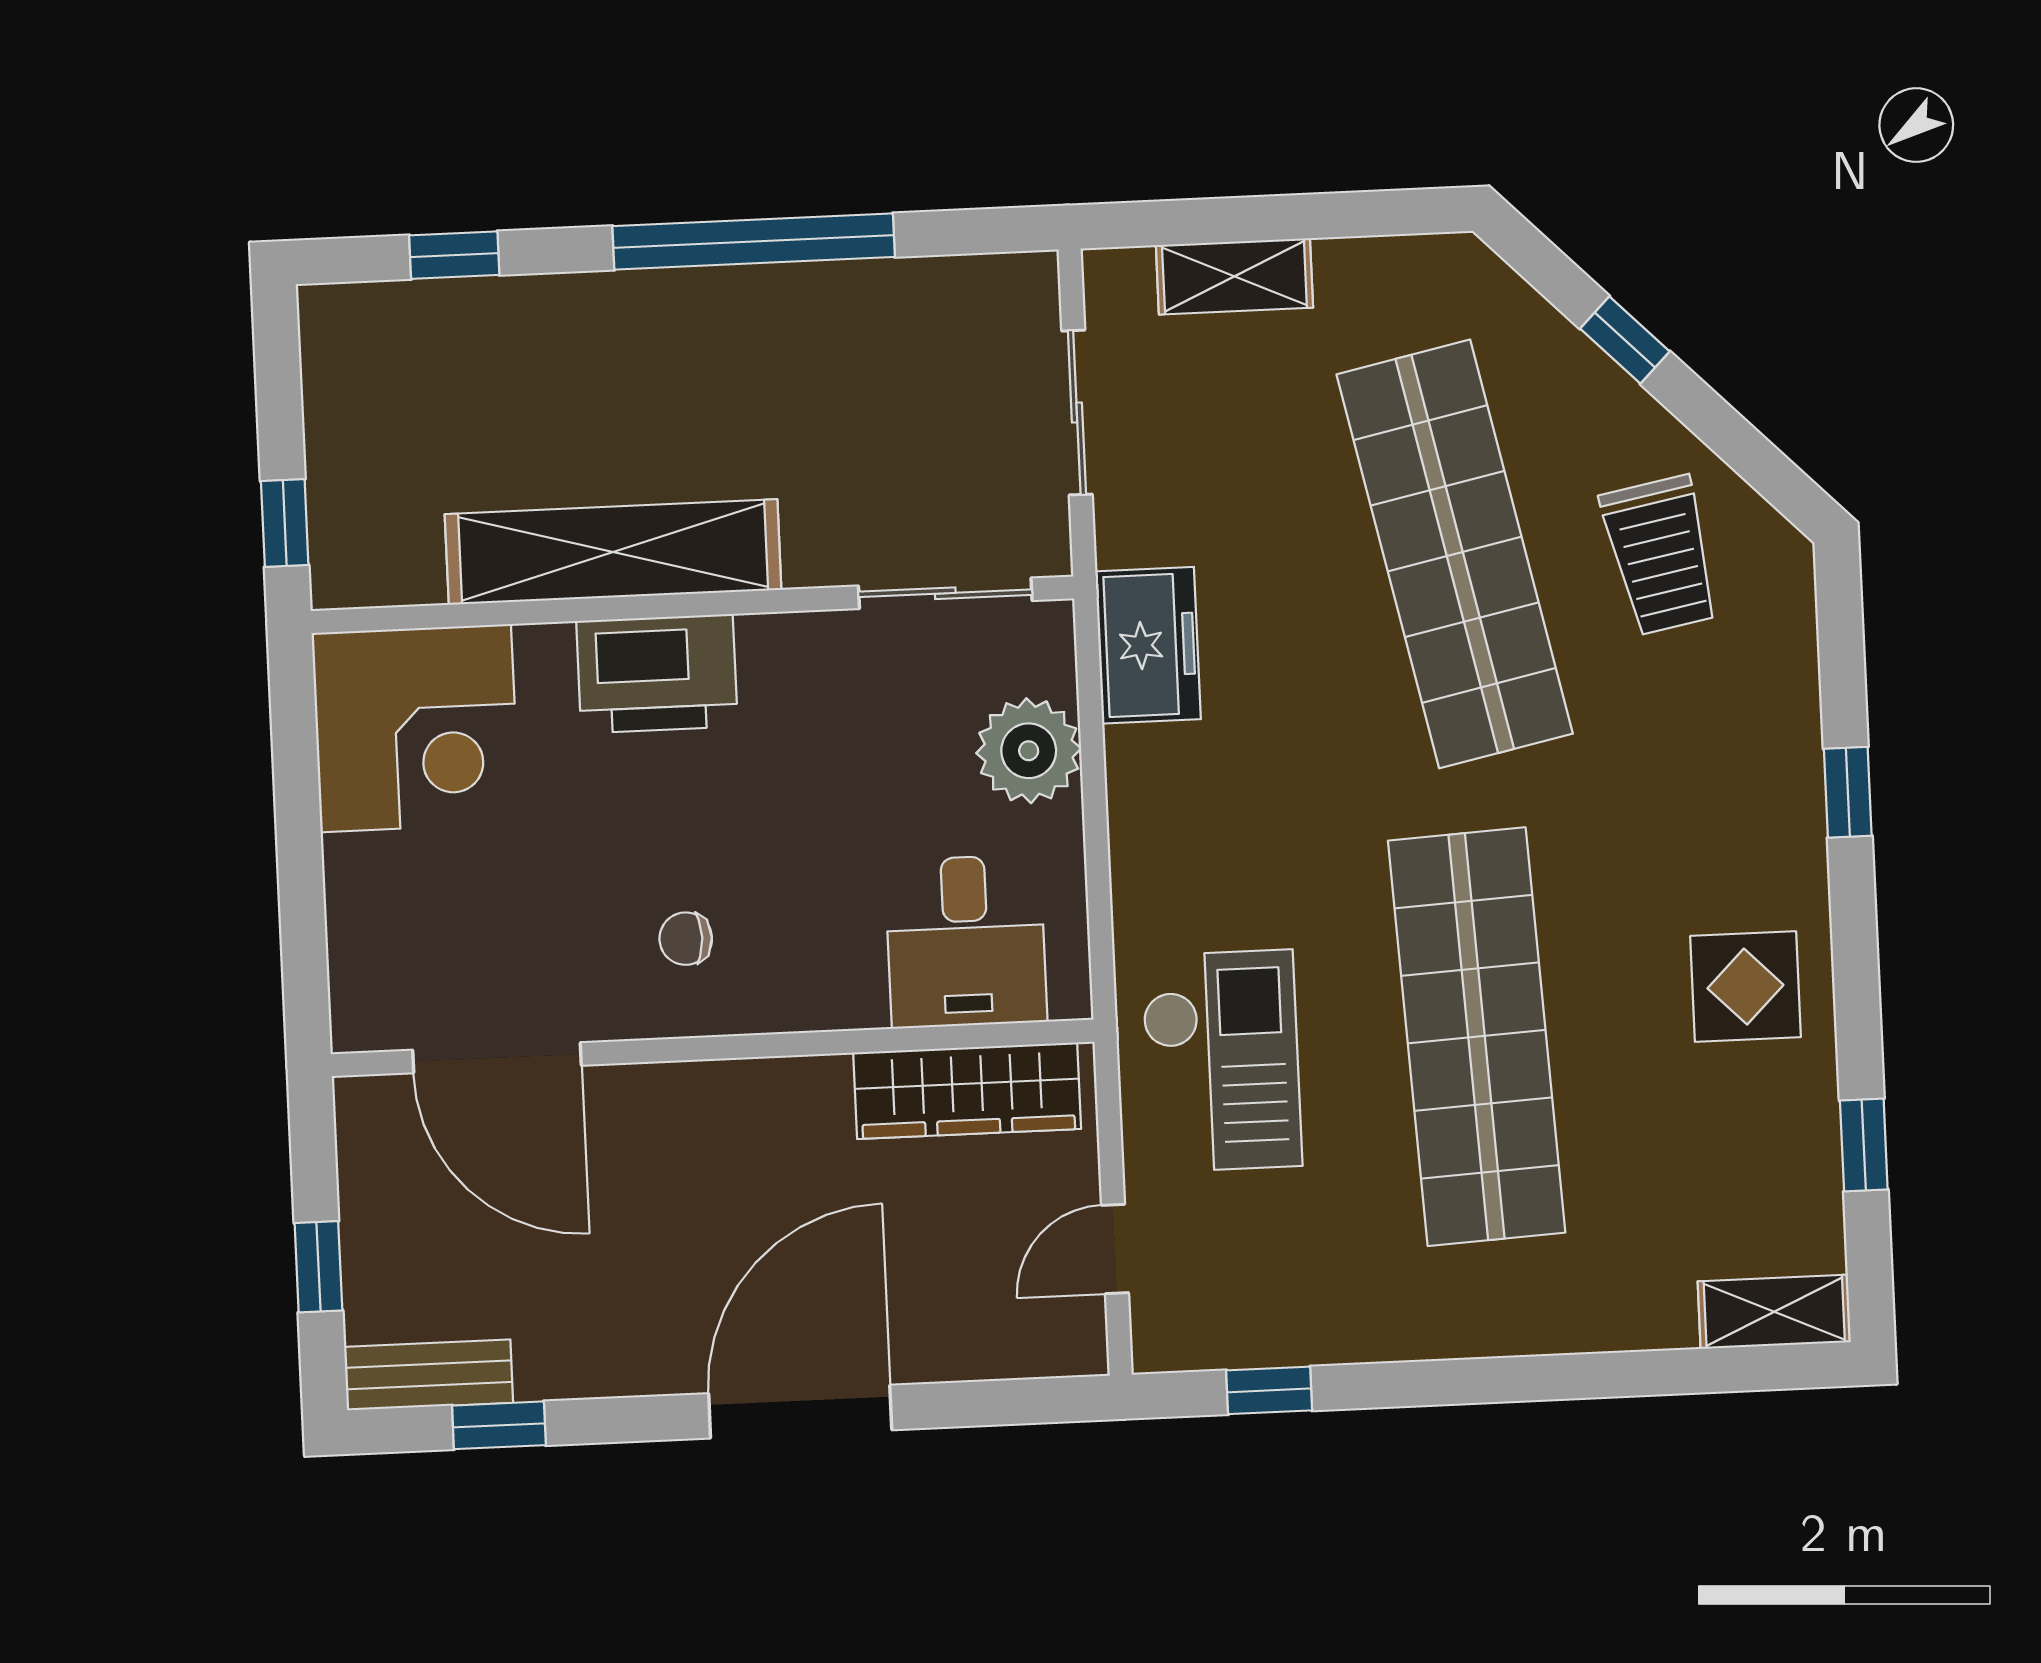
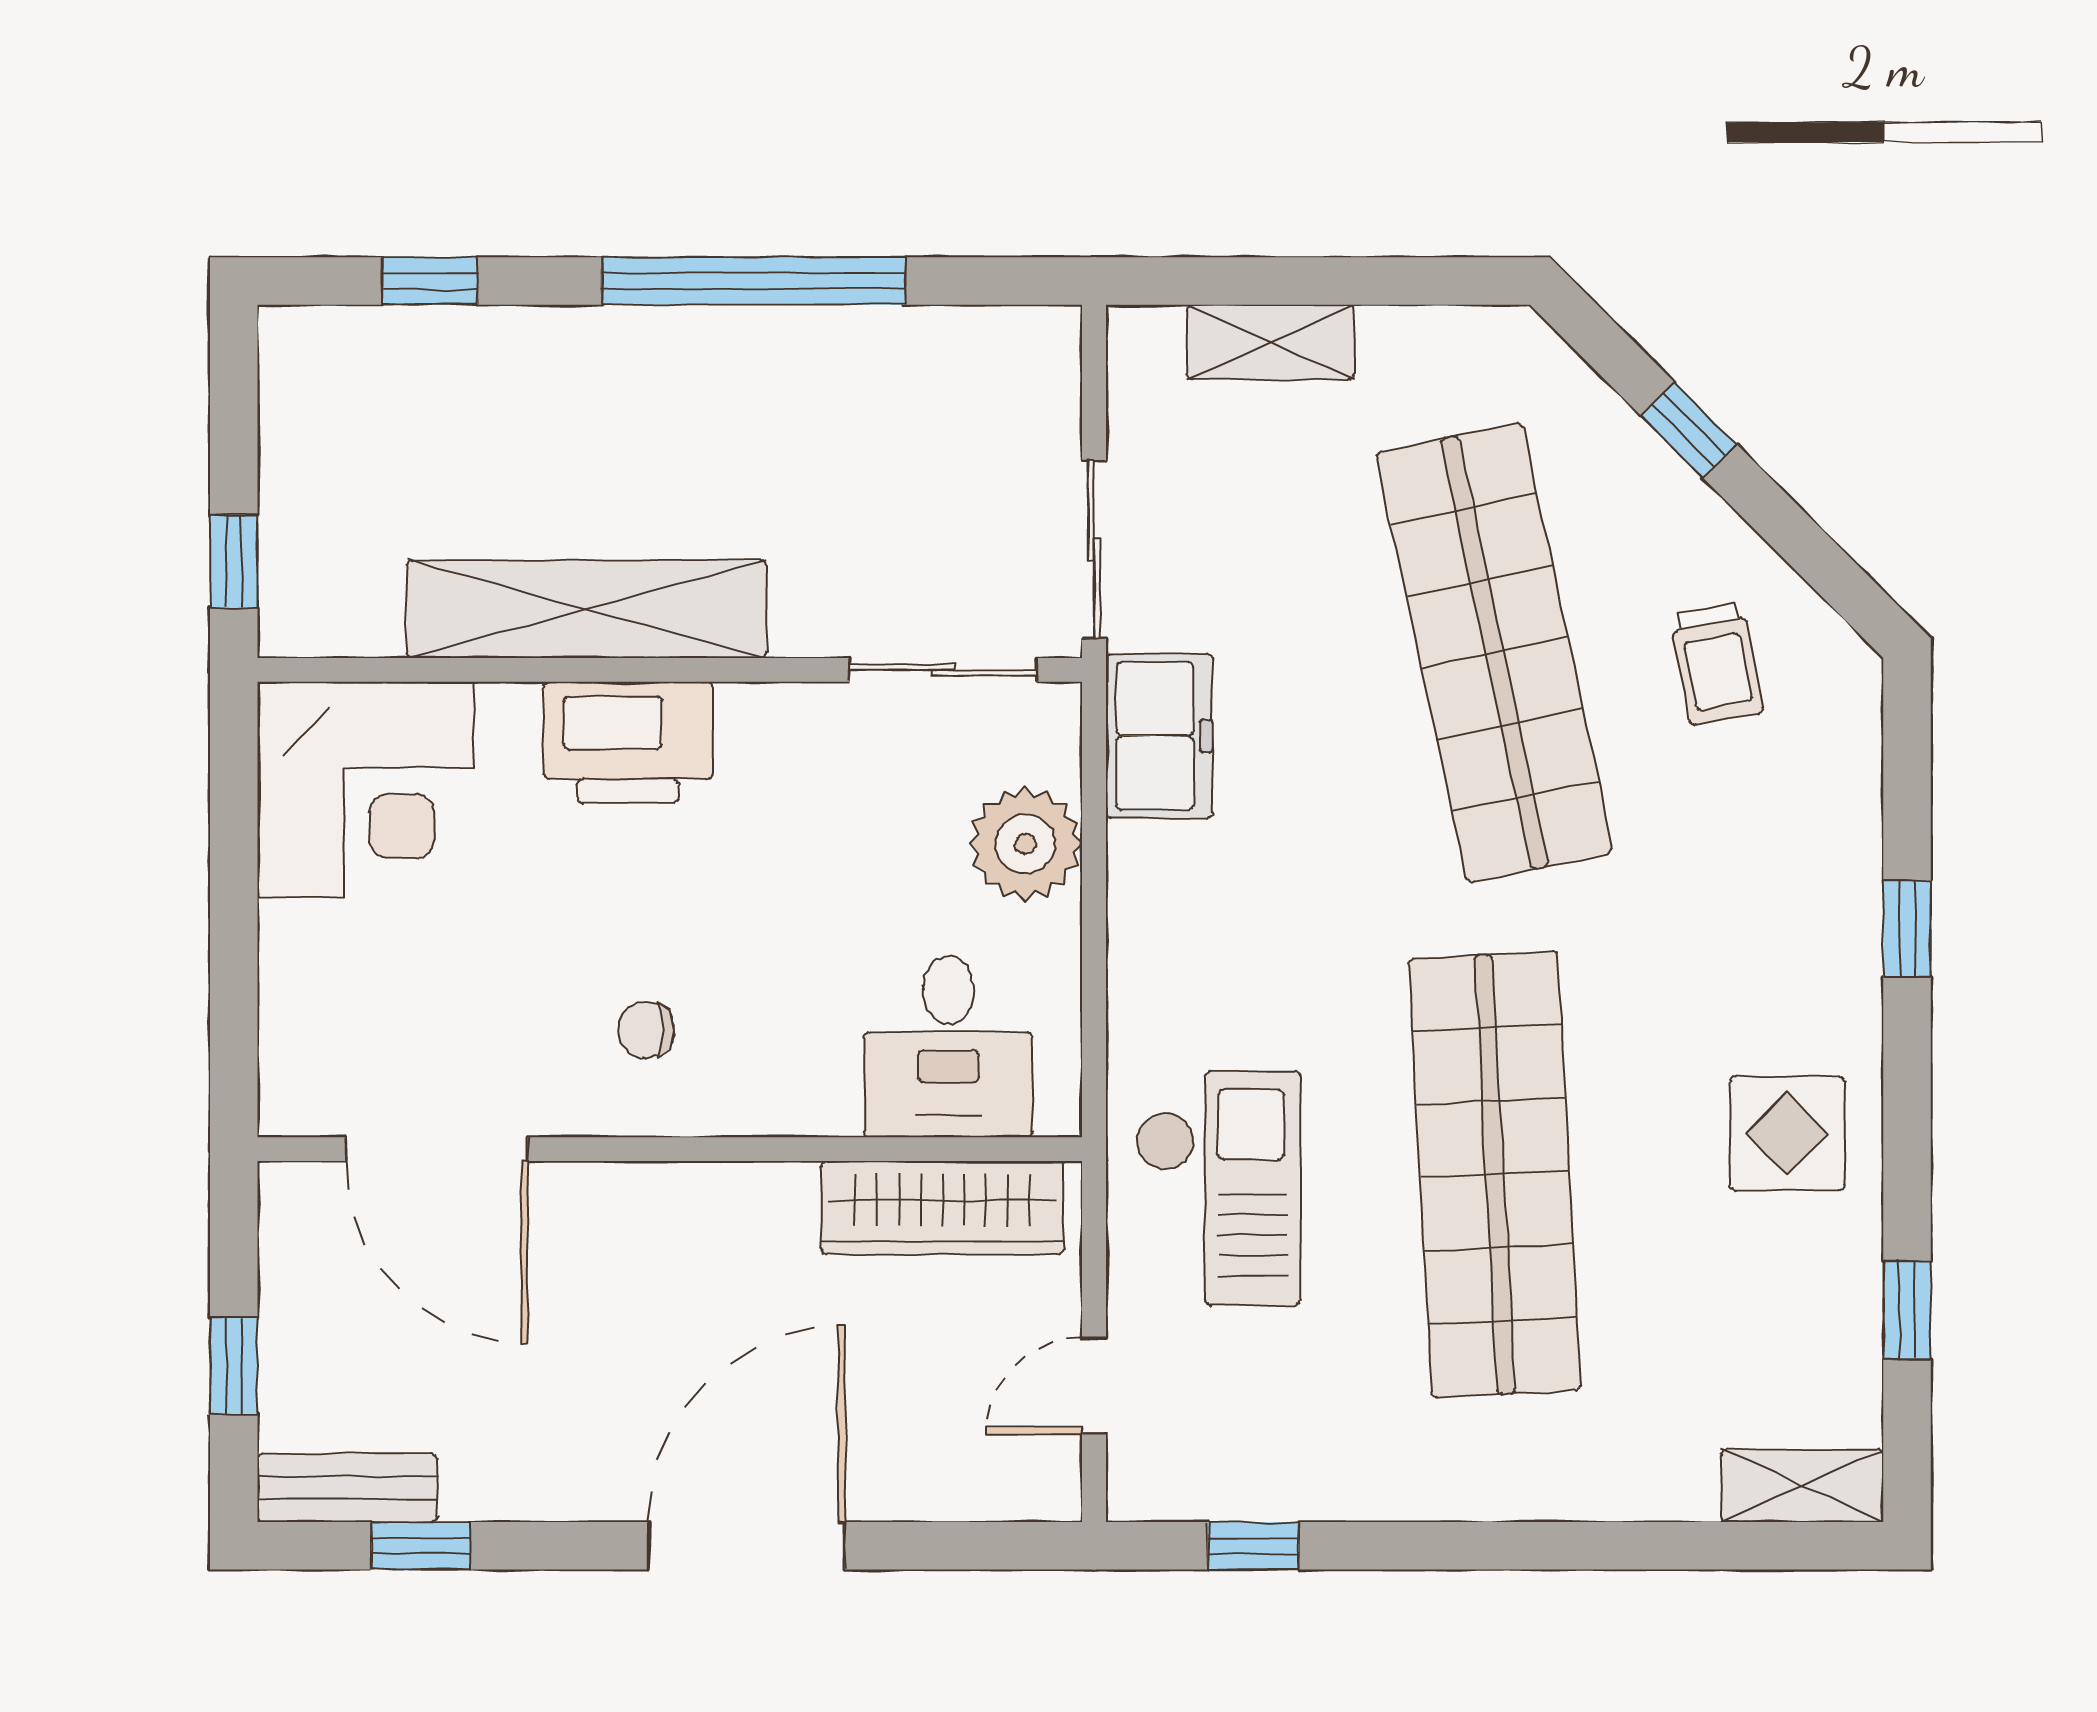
sliding door: (1077, 413) -> (1094, 549), moved
trolley: (1661, 555) -> (1717, 664), width x0.73, depth x0.72

